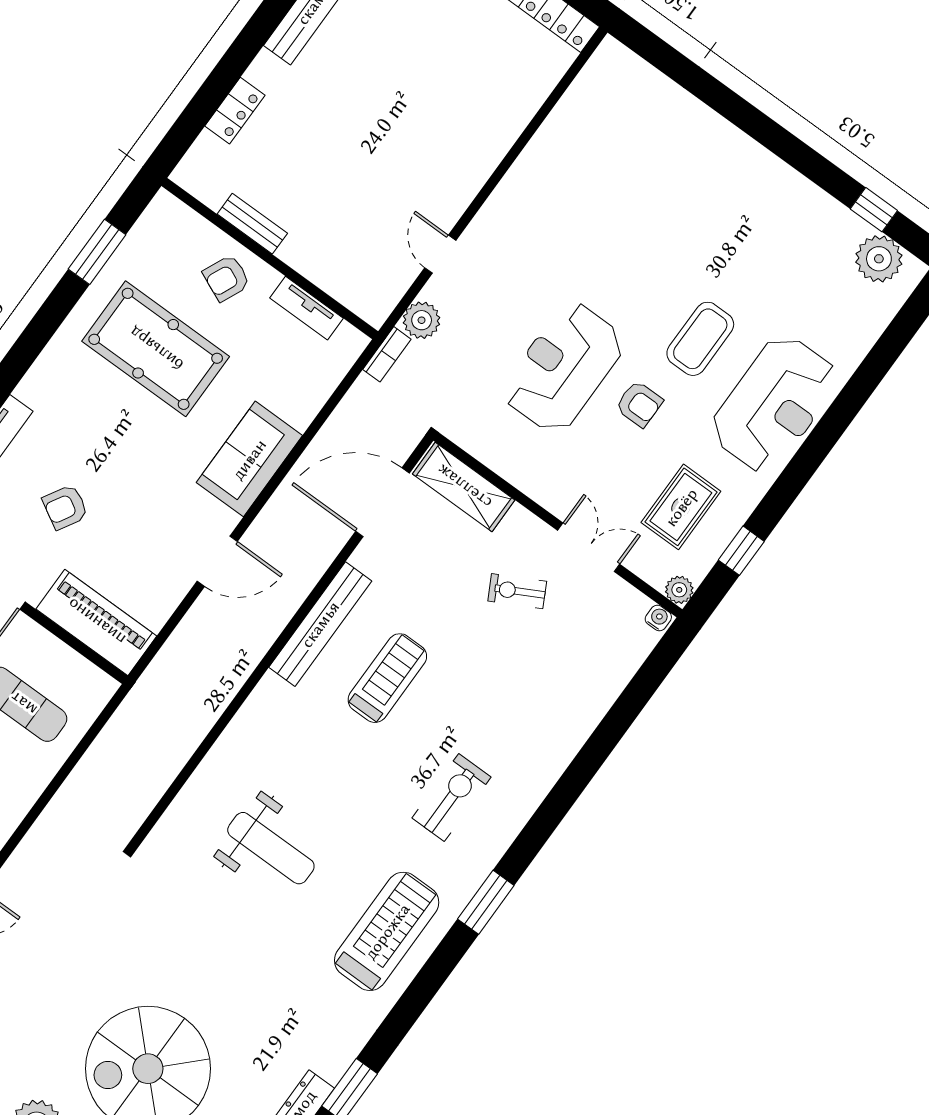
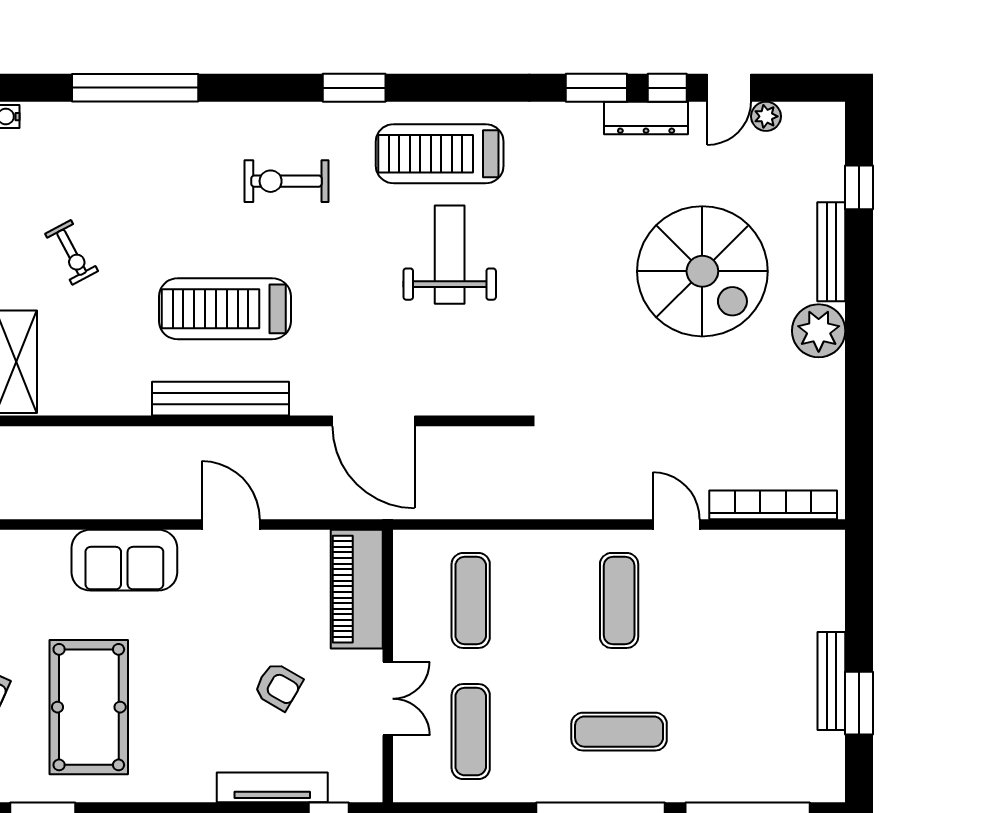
door: (383, 502) -> (374, 421), moved
treadmill: (387, 678) -> (225, 309), width x1.37, depth x1.38
window: (609, 733) -> (135, 88), added
weight bench: (271, 848) -> (450, 255), moved

